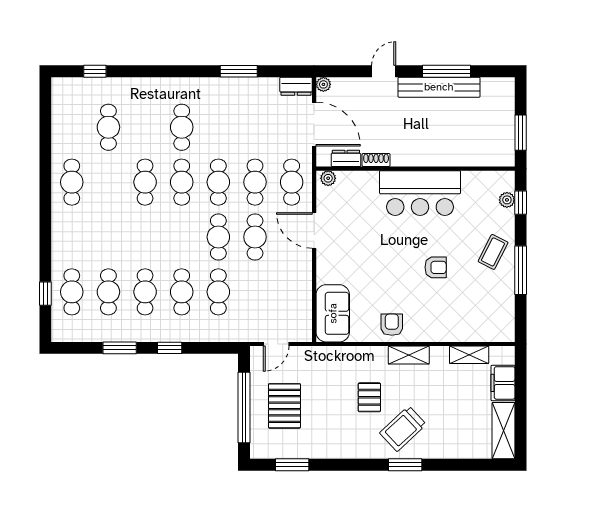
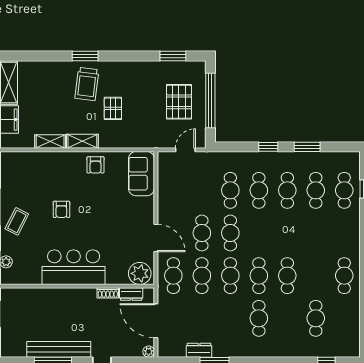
dresser: (296, 86) -> (199, 350), moved
plant: (328, 178) -> (140, 273), width x1.88, depth x1.88
armchair: (436, 267) -> (61, 209), turned -90
shelving: (469, 355) -> (50, 141), moved
trolley: (403, 429) -> (87, 84), turned 140

